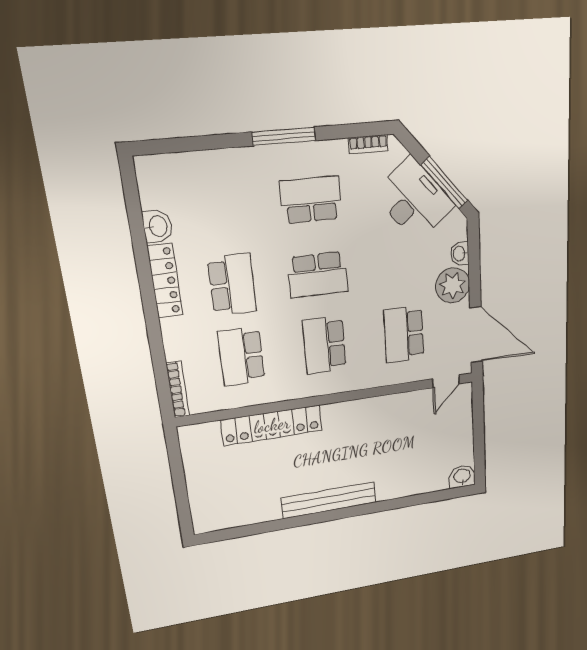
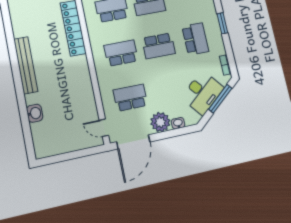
window: (284, 136) -> (222, 23), width x0.69
window: (444, 183) -> (220, 99), moved
school desk: (318, 275) -> (159, 46), turned -90
washbasin: (462, 476) -> (35, 113), moved

